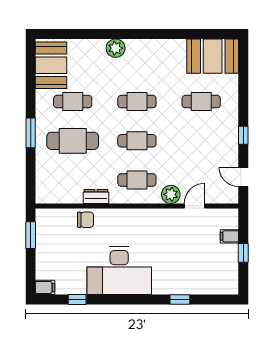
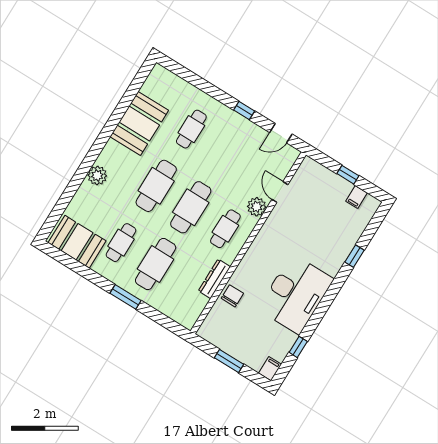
booth: (213, 56) -> (139, 123), moved
cafe table: (137, 102) -> (156, 186), width x1.37, depth x1.35
cafe table: (137, 141) -> (191, 207), width x1.37, depth x1.35
dresser: (96, 196) -> (214, 279), width x1.44
window: (31, 235) -> (229, 361), moved
filing cabinet: (229, 236) -> (356, 197), moved

